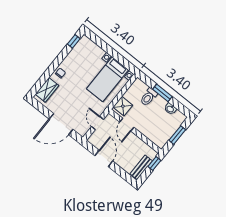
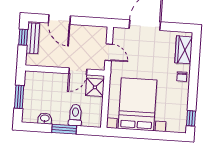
bed with nightstands: (108, 79) -> (137, 104), width x1.36
door: (127, 125) -> (78, 71), swing flipped
door: (104, 158) -> (59, 19), moved
window: (154, 163) -> (23, 37), moved

